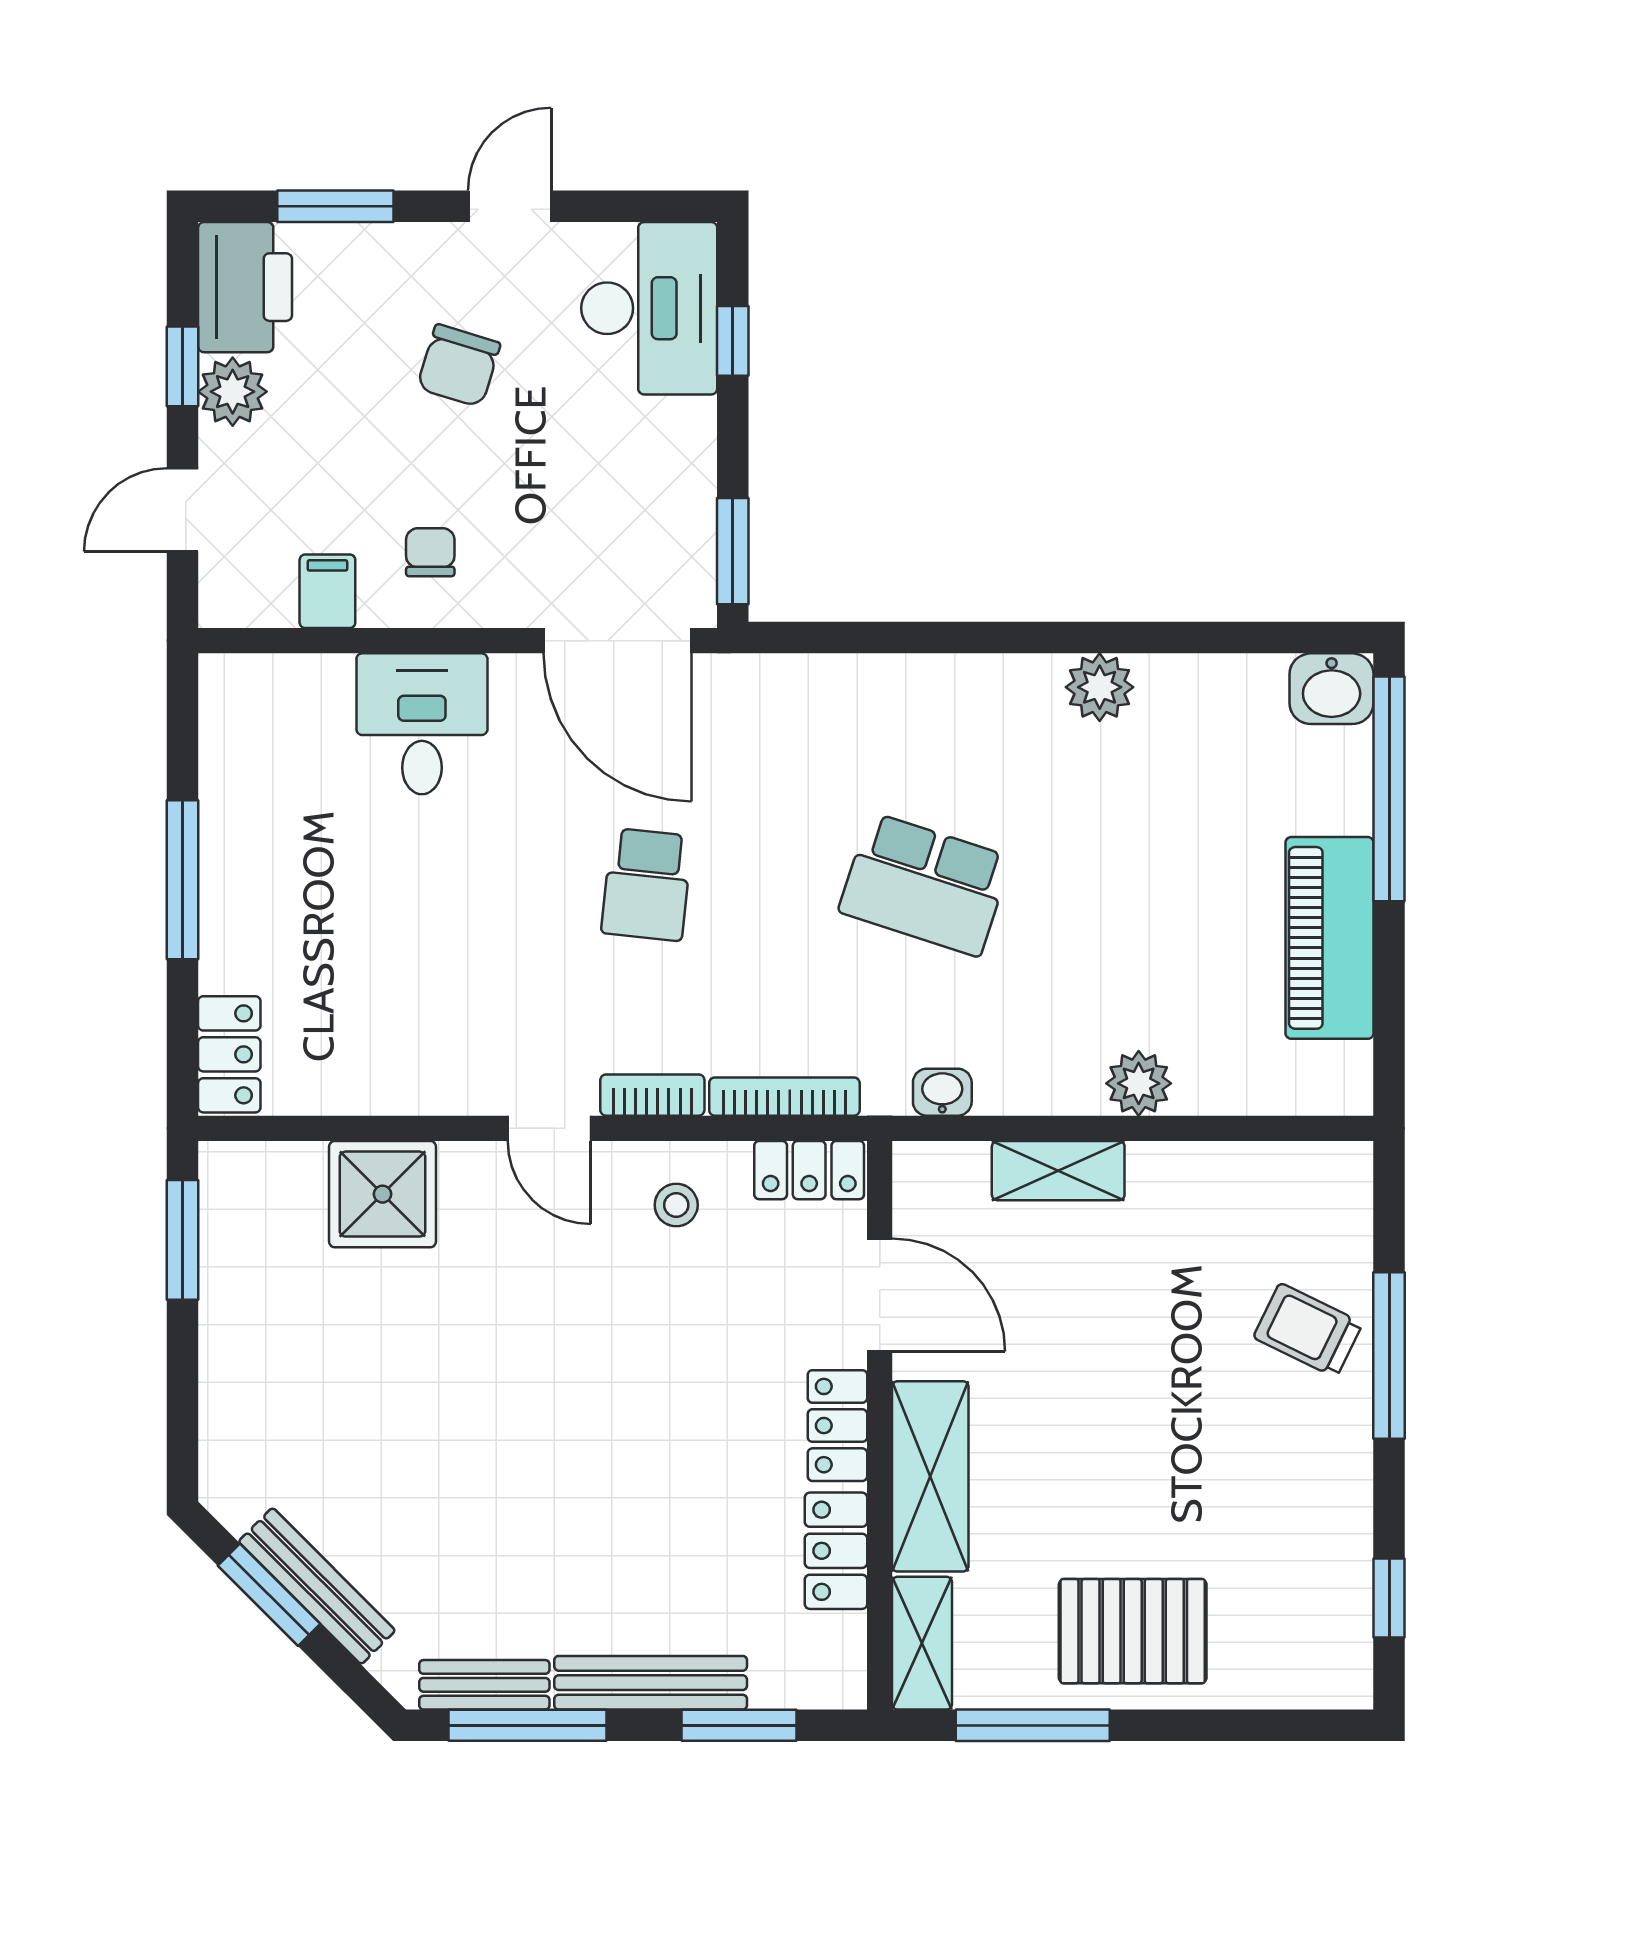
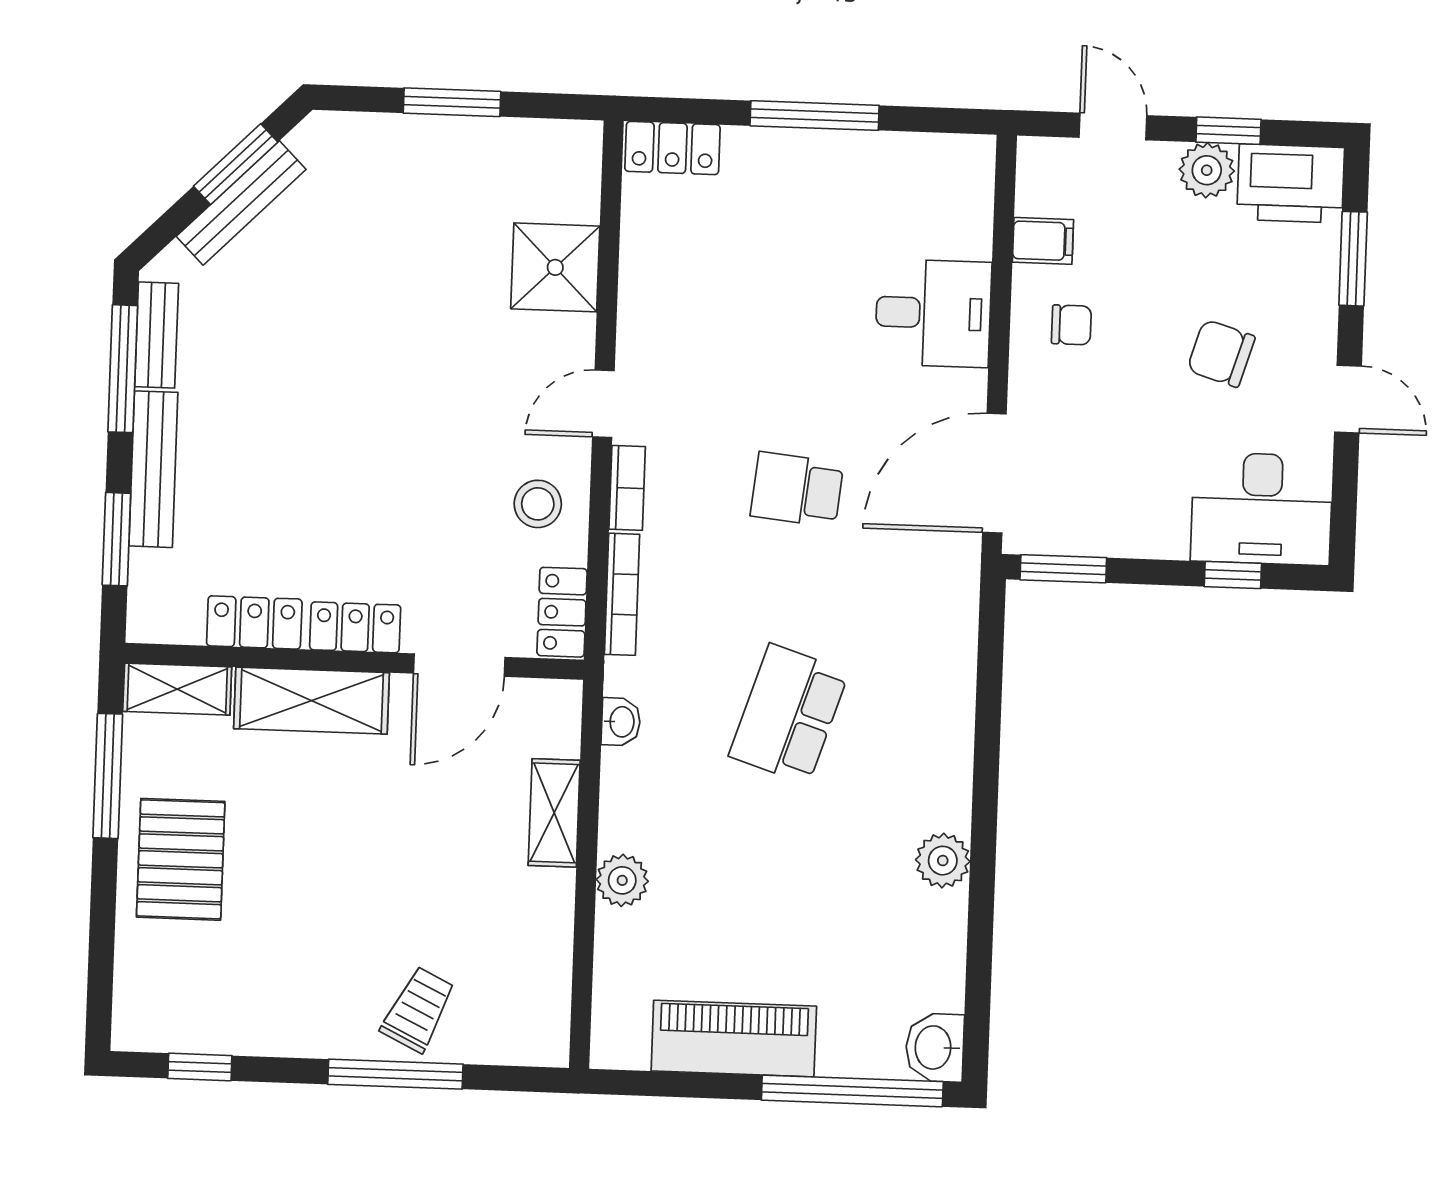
stool: (676, 1205) -> (538, 504), width x1.37, depth x1.37
window: (183, 1240) -> (452, 102), moved

